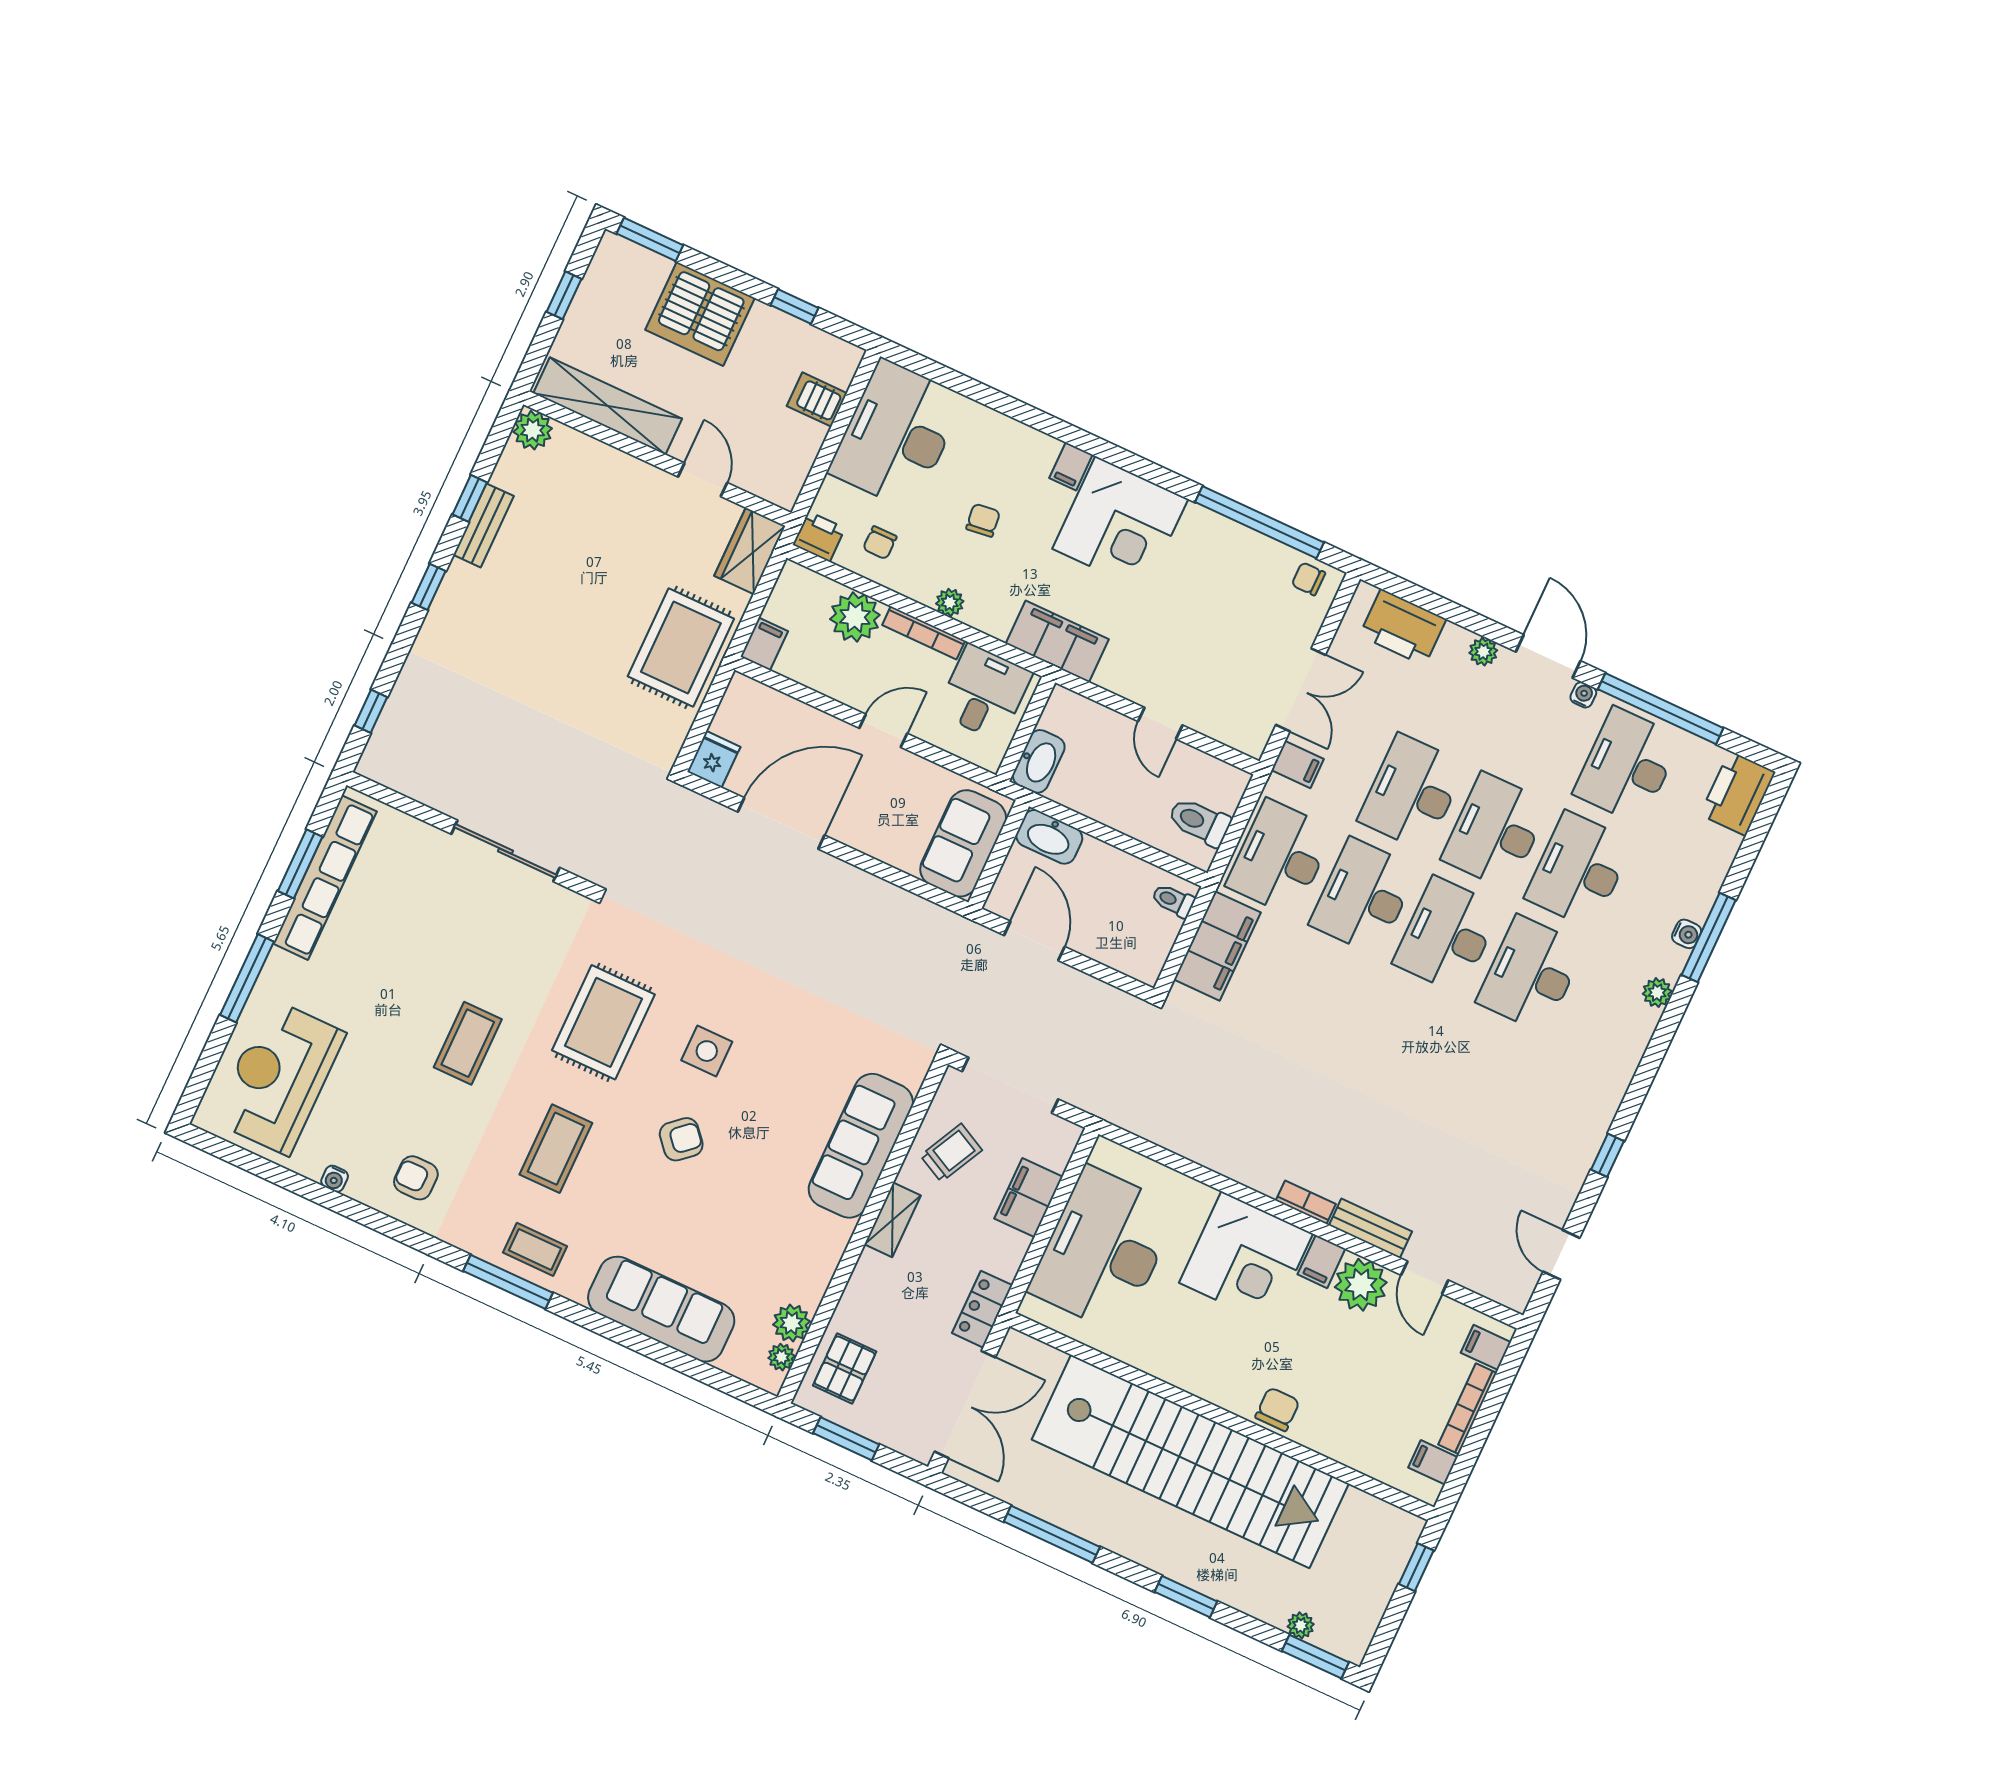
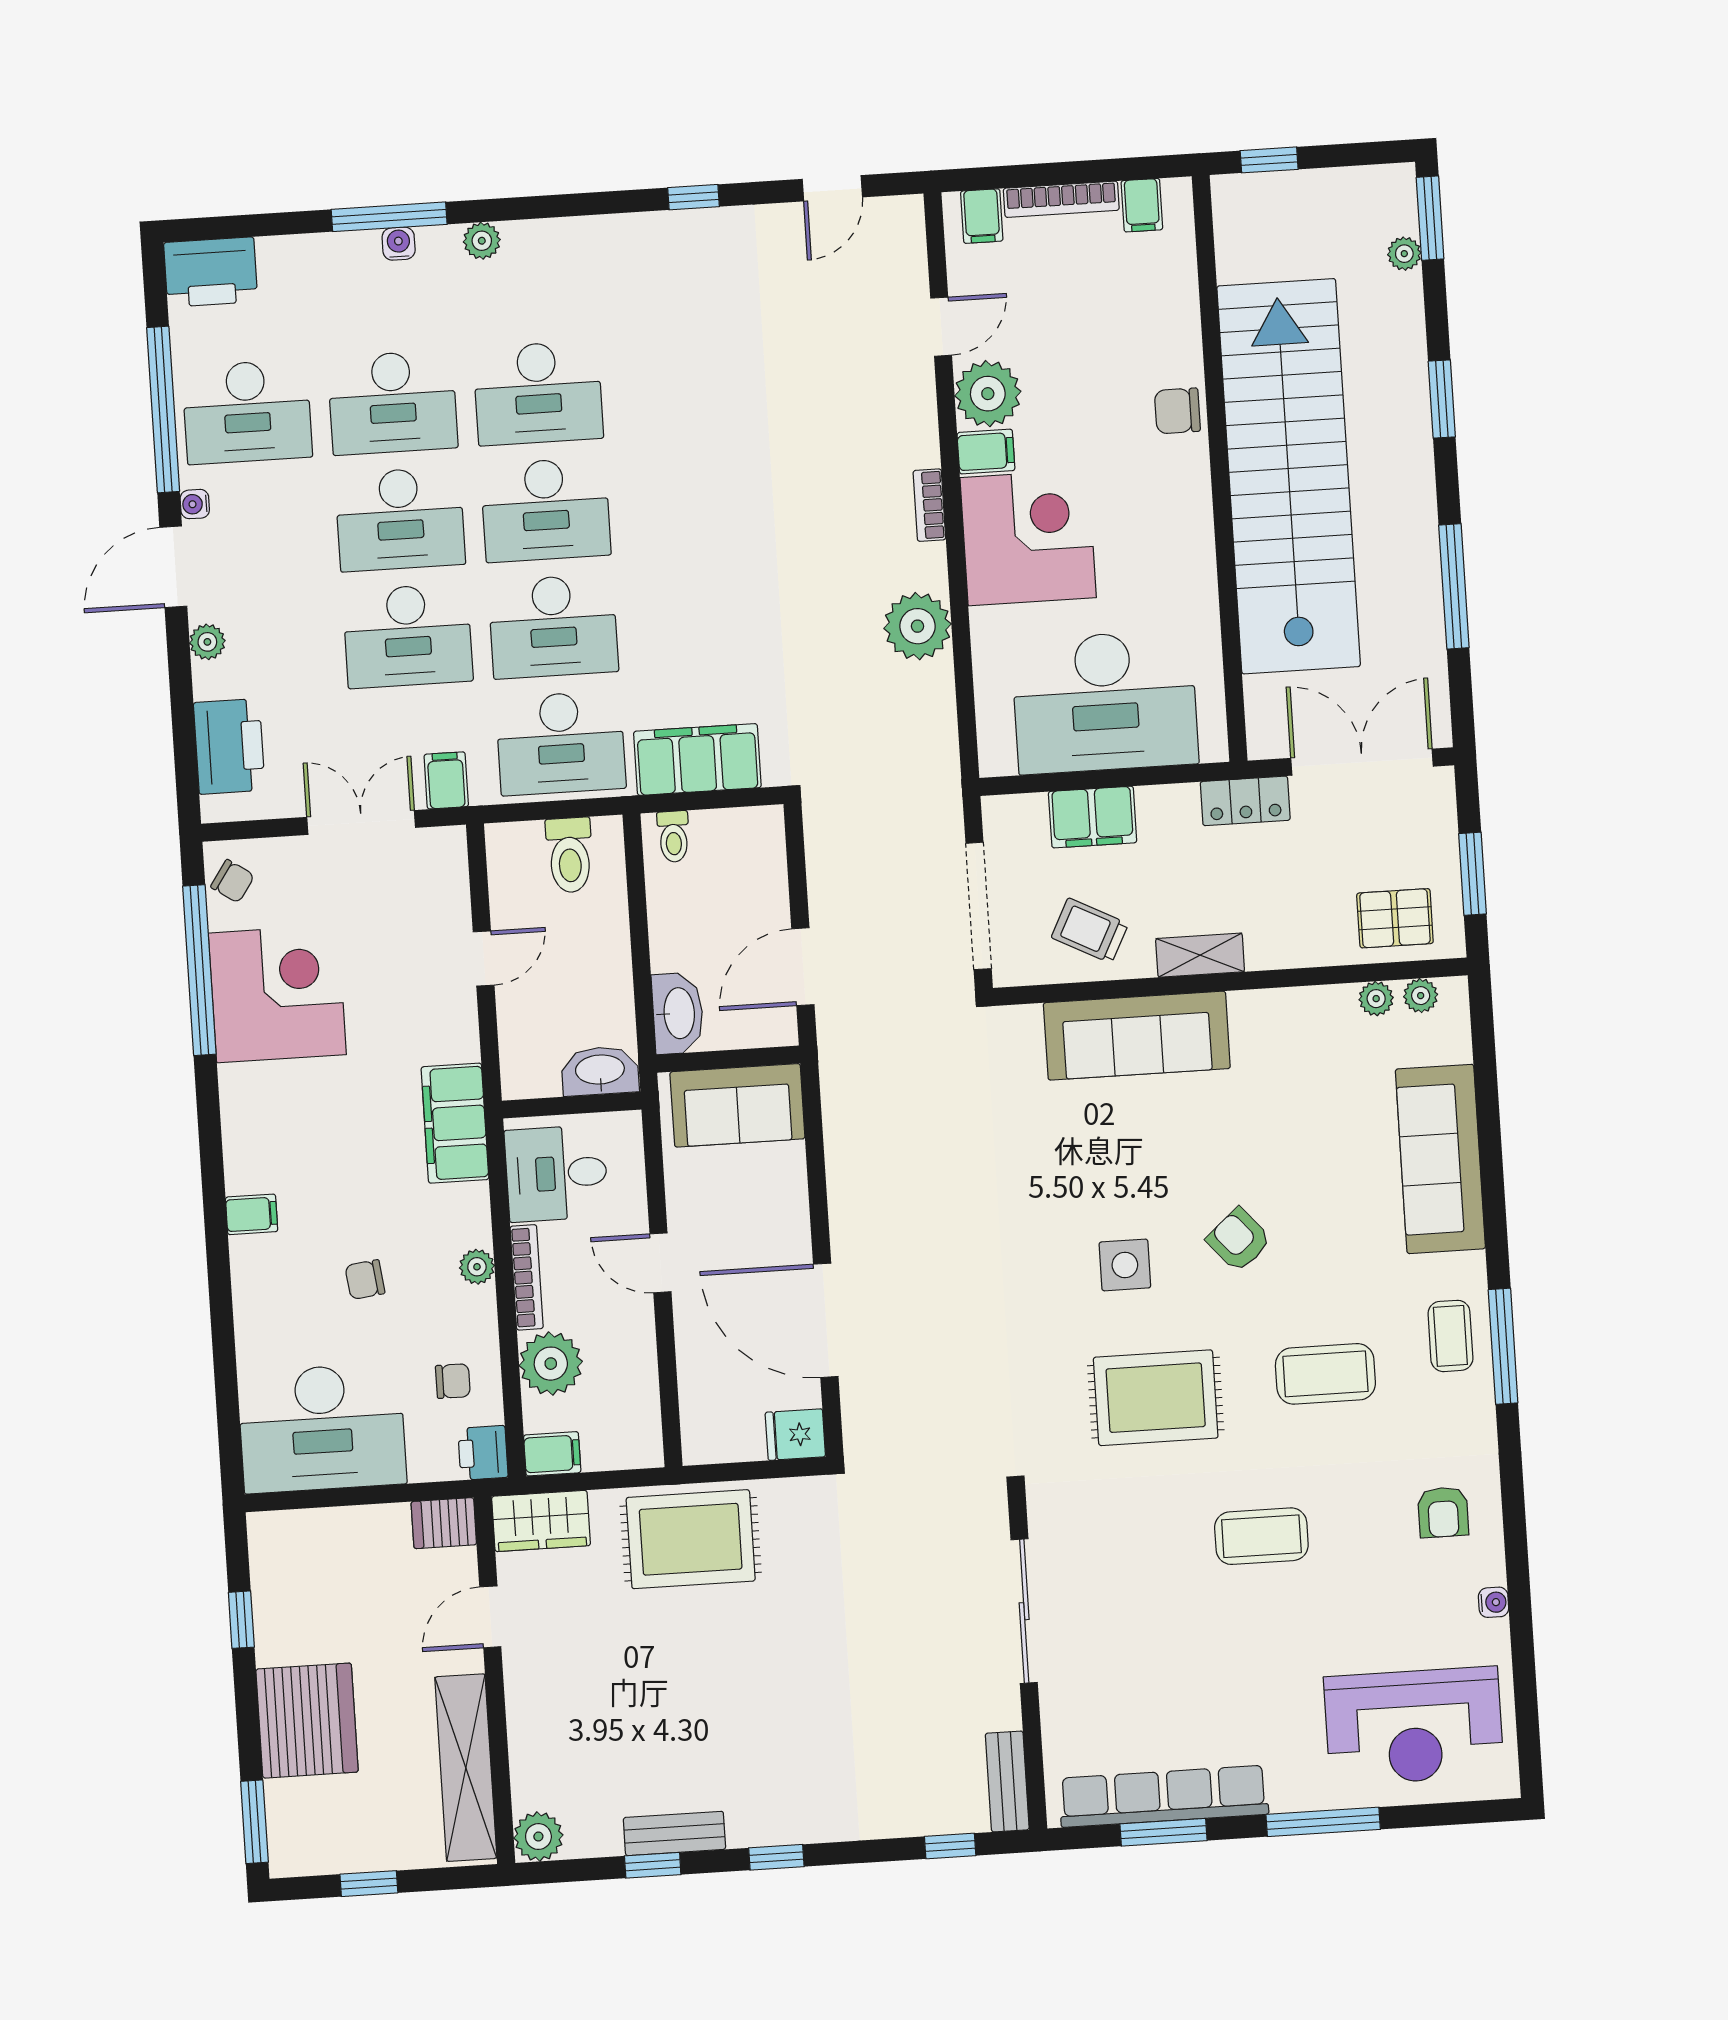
server rack: (817, 400) -> (444, 1523), moved, turned 90
corner desk: (1120, 524) -> (277, 994), moved
chair: (1308, 579) -> (233, 881), turned -56
filing cabinet: (764, 644) -> (552, 1454), moved, turned 180
plant: (1227, 1148) -> (917, 626), added
bench: (1371, 1228) -> (1007, 1781), moved
plant: (792, 1323) -> (1376, 999), width x0.73, depth x0.73

